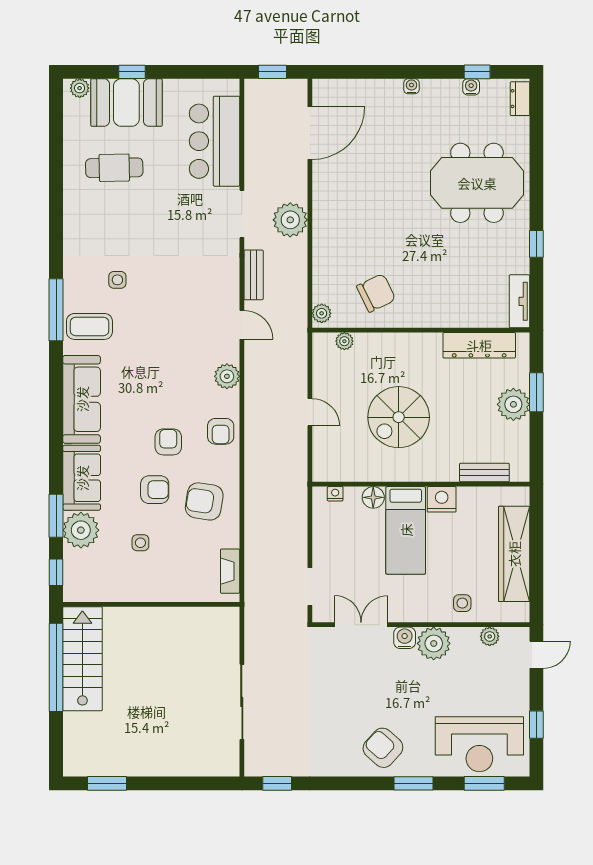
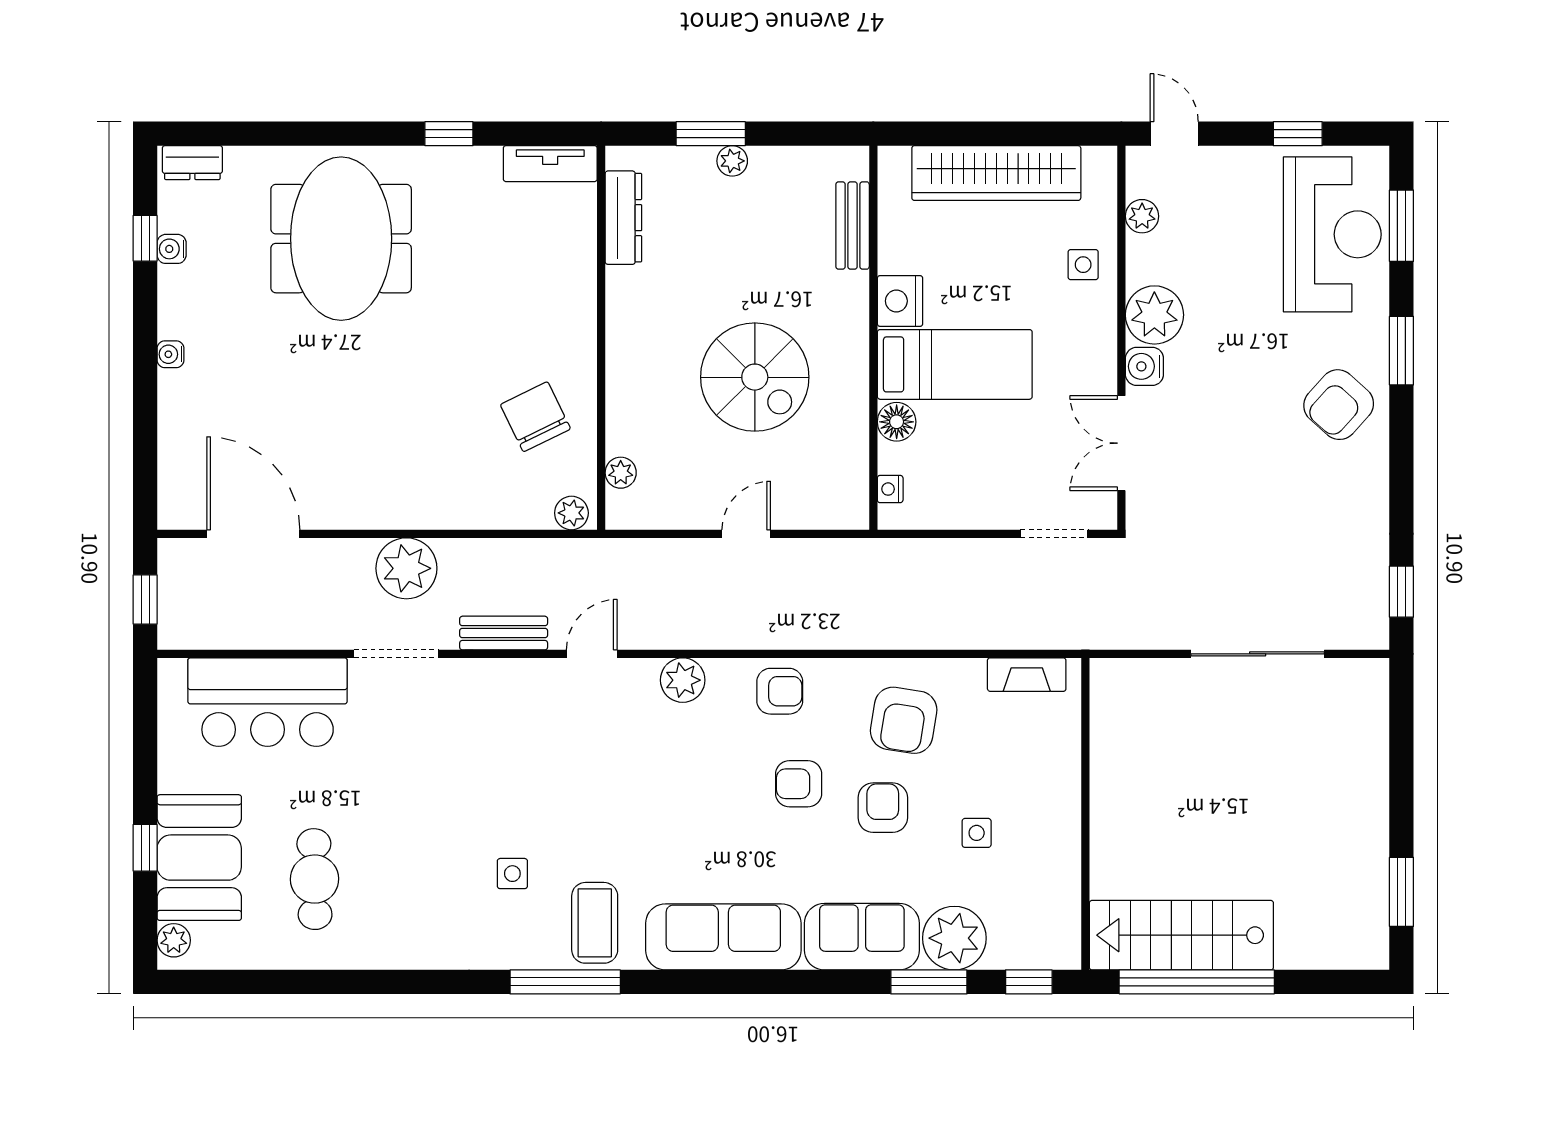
dresser: (479, 345) -> (623, 218), width x0.73, depth x0.80
plant: (513, 404) -> (732, 161), width x0.53, depth x0.53

